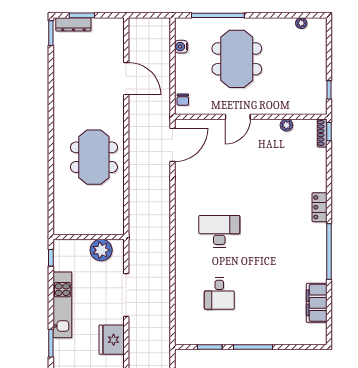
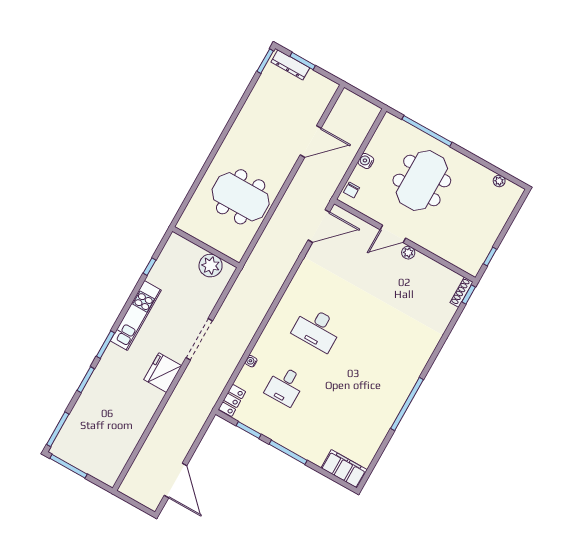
water cooler: (181, 47) -> (366, 161), moved
door: (126, 79) -> (311, 142), hinge flipped
plant: (286, 125) -> (408, 253), moved
meeting table: (94, 157) -> (241, 197), turned 90
locker: (319, 207) -> (232, 400), moved, turned 180
desk: (219, 231) -> (317, 329), turned 180
wall: (89, 237) -> (206, 247), moved
plant: (101, 250) -> (211, 266), moved
water cooler: (180, 289) -> (251, 361), added
filing cabinet: (317, 303) -> (344, 469), moved, turned 90

